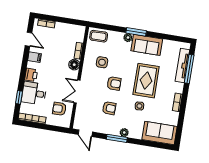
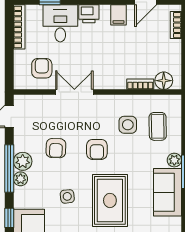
coffee table: (99, 36) -> (158, 126), moved
floor lamp: (74, 65) -> (164, 81), moved
rug: (146, 81) -> (110, 200), turned 90
plant: (114, 130) -> (23, 161), added
window: (117, 138) -> (9, 169), width x1.44
window: (147, 143) -> (9, 218), added

